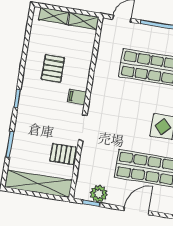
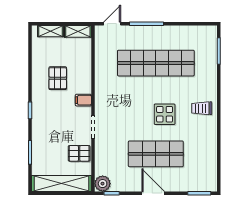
plant: (99, 194) -> (103, 184), moved
door: (136, 211) -> (153, 193), hinge flipped

